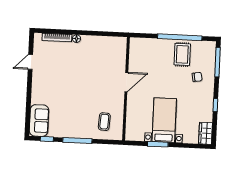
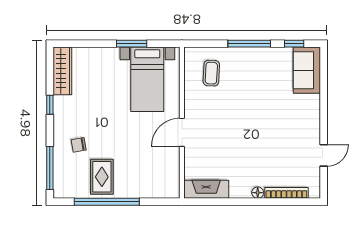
fireplace: (112, 43) -> (206, 189), added
bed with nightstands: (164, 120) -> (147, 79), moved
wardrobe: (205, 133) -> (62, 71), width x1.50

